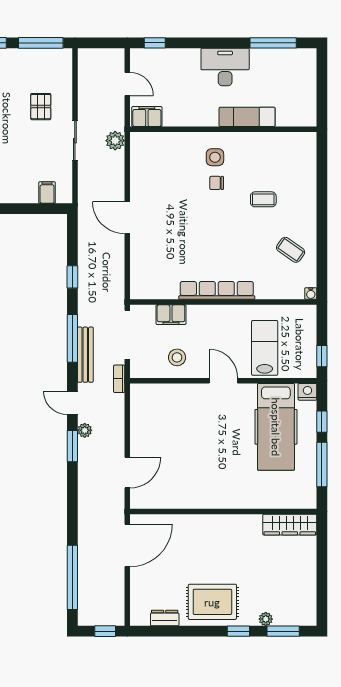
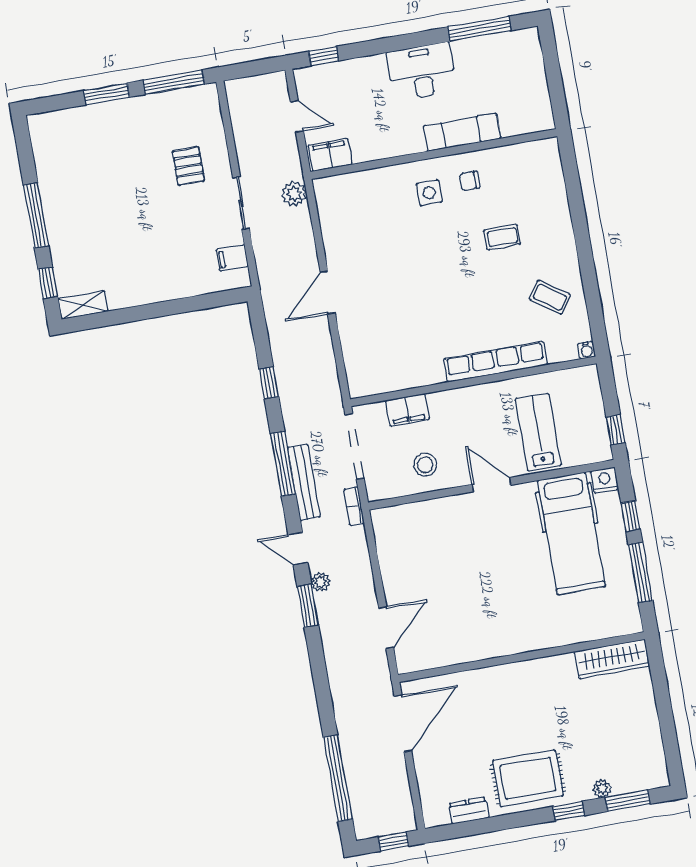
chair: (217, 183) -> (470, 181), moved
filing cabinet: (47, 193) -> (232, 258), moved, turned -90
door: (127, 218) -> (328, 292), hinge flipped
row of seats: (217, 290) -> (495, 362), moved

